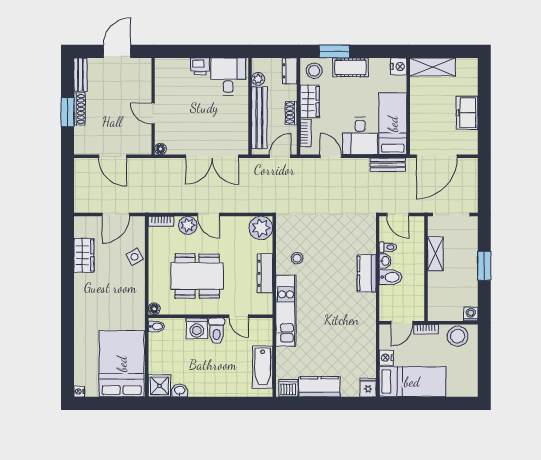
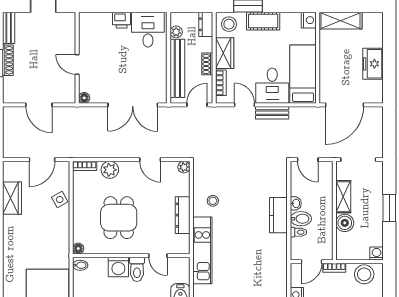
bench: (388, 165) -> (272, 113), moved
door: (208, 214) -> (150, 160), moved
plant: (261, 228) -> (184, 167), width x0.53, depth x0.53
toilet: (388, 247) -> (298, 232), moved
dining table: (197, 276) -> (119, 218), width x0.73
boiler: (437, 282) -> (345, 223), added

